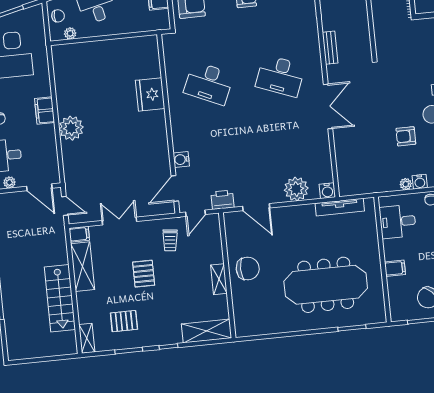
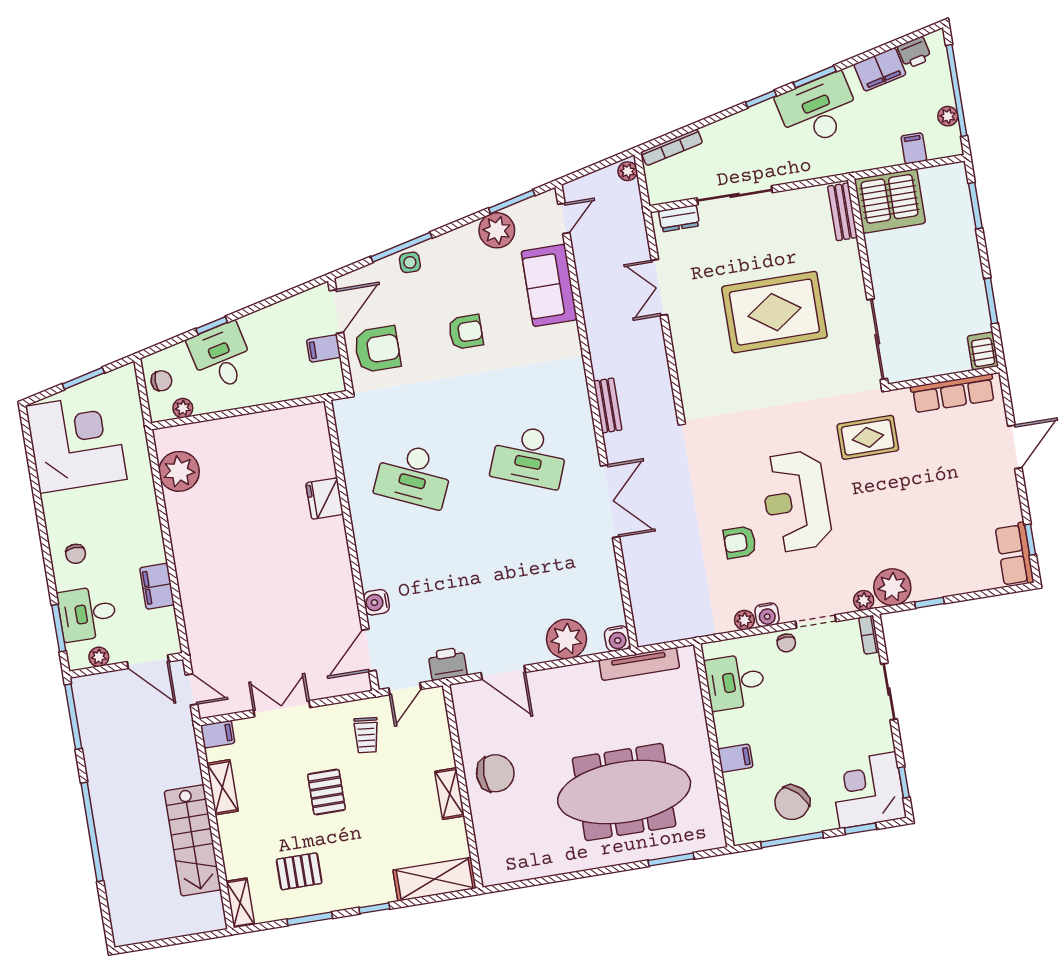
fridge: (150, 94) -> (325, 499), width x0.73, depth x0.75
filing cabinet: (45, 111) -> (157, 586), moved
plant: (71, 128) -> (179, 471), moved
shelving: (83, 267) -> (222, 787), width x0.67, depth x0.75

